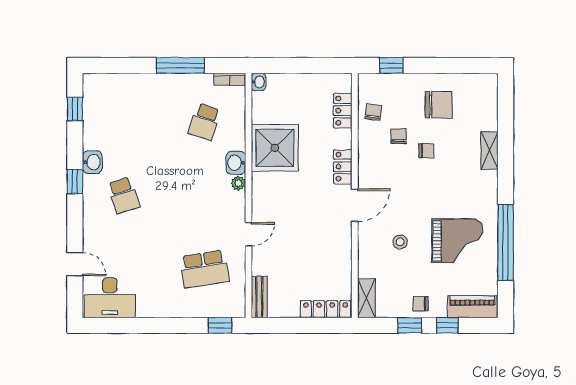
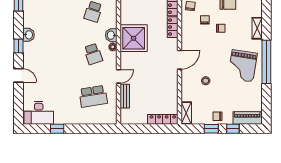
shower: (275, 148) -> (134, 38), moved
locker: (343, 167) -> (173, 27), moved
school desk: (124, 195) -> (93, 54), moved
grand piano: (457, 241) -> (243, 66), moved, turned 99
window: (506, 243) -> (266, 62), moved
door: (75, 264) -> (19, 75), moved
bench: (259, 297) -> (125, 96), moved
window: (220, 325) -> (57, 129), moved

